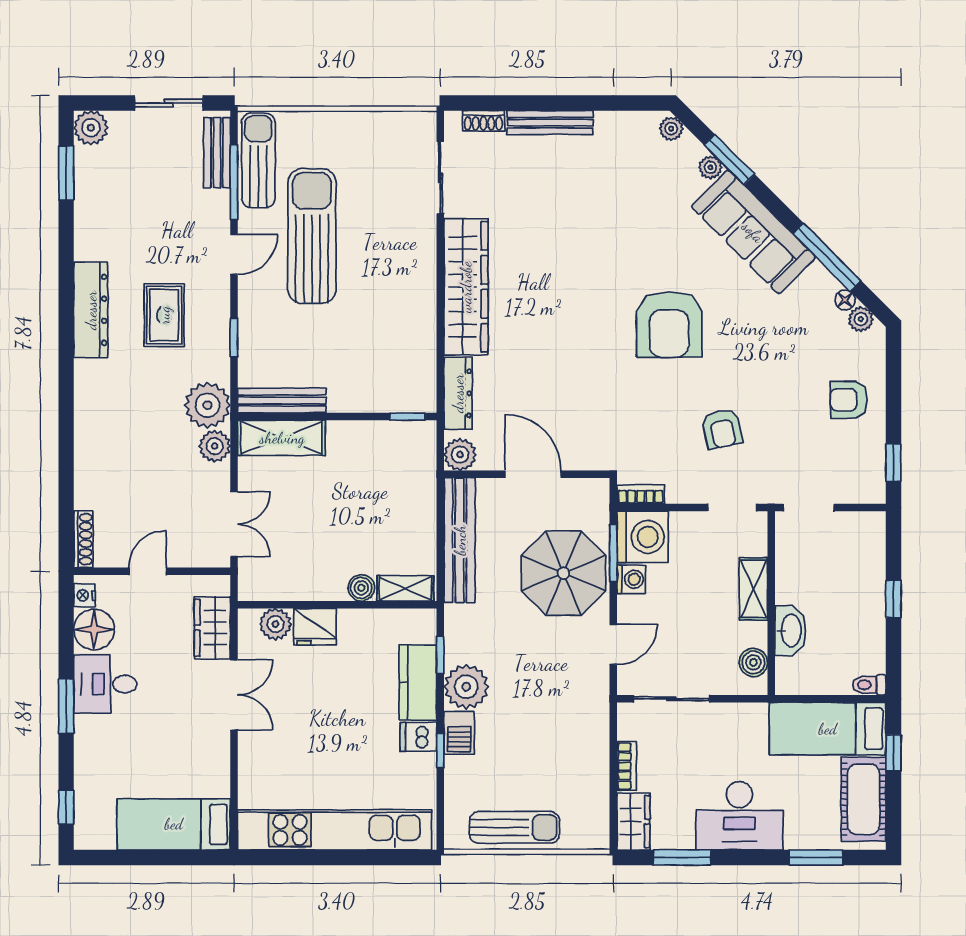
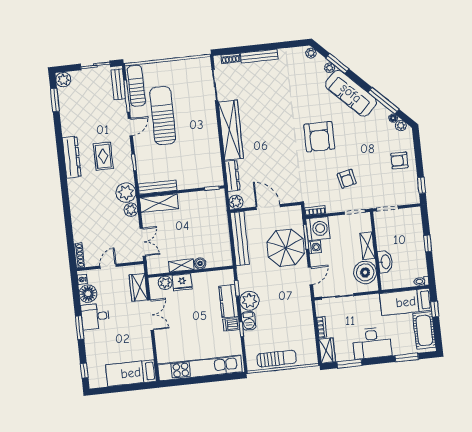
shelving: (405, 588) -> (181, 266), moved
boiler: (753, 662) -> (365, 272), width x1.86, depth x1.86

